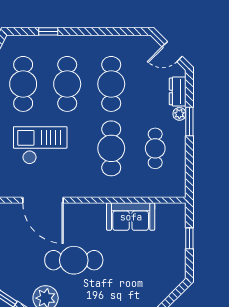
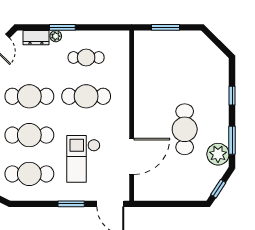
sofa: (131, 217) -> (146, 79), removed
window: (189, 238) -> (166, 27), width x1.50

